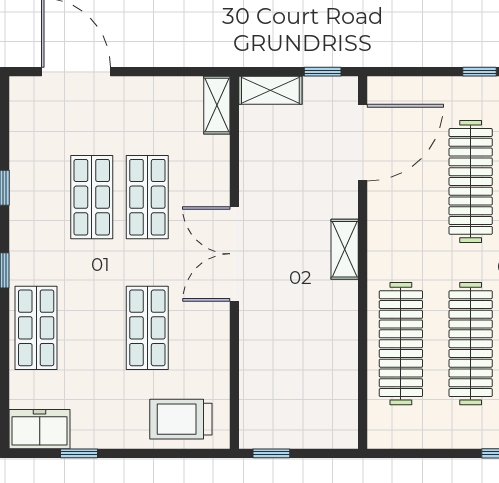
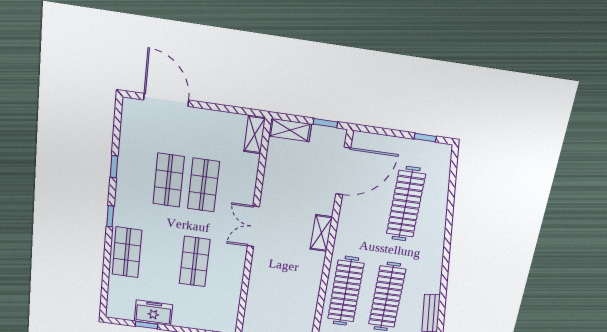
double door: (234, 254) -> (253, 226), width x0.73
trolley: (181, 419) -> (209, 315), removed
freezer: (40, 429) -> (153, 313), moved

